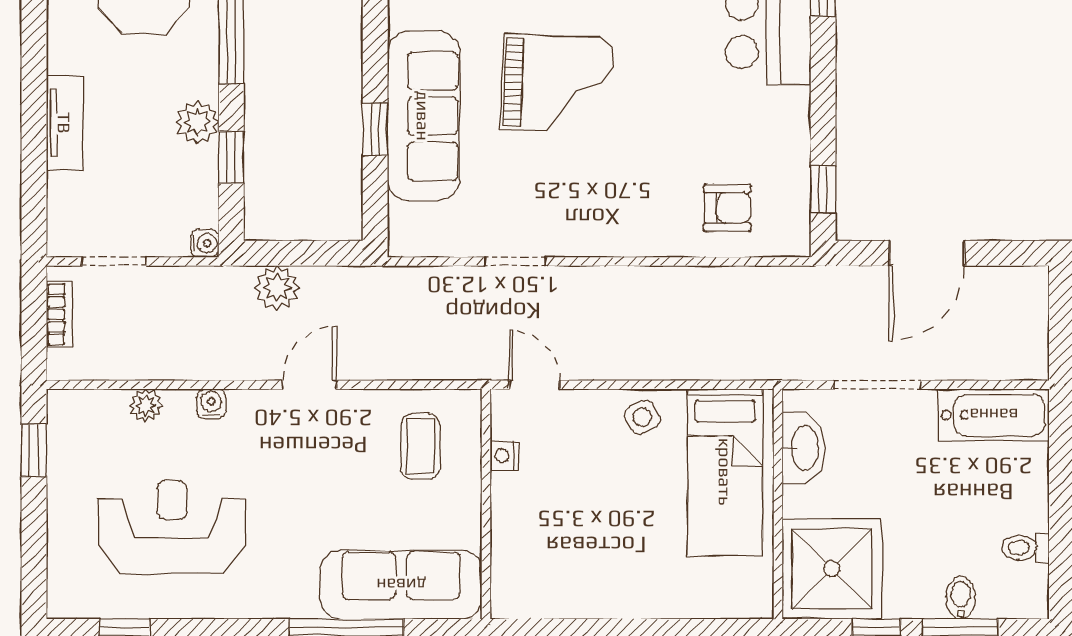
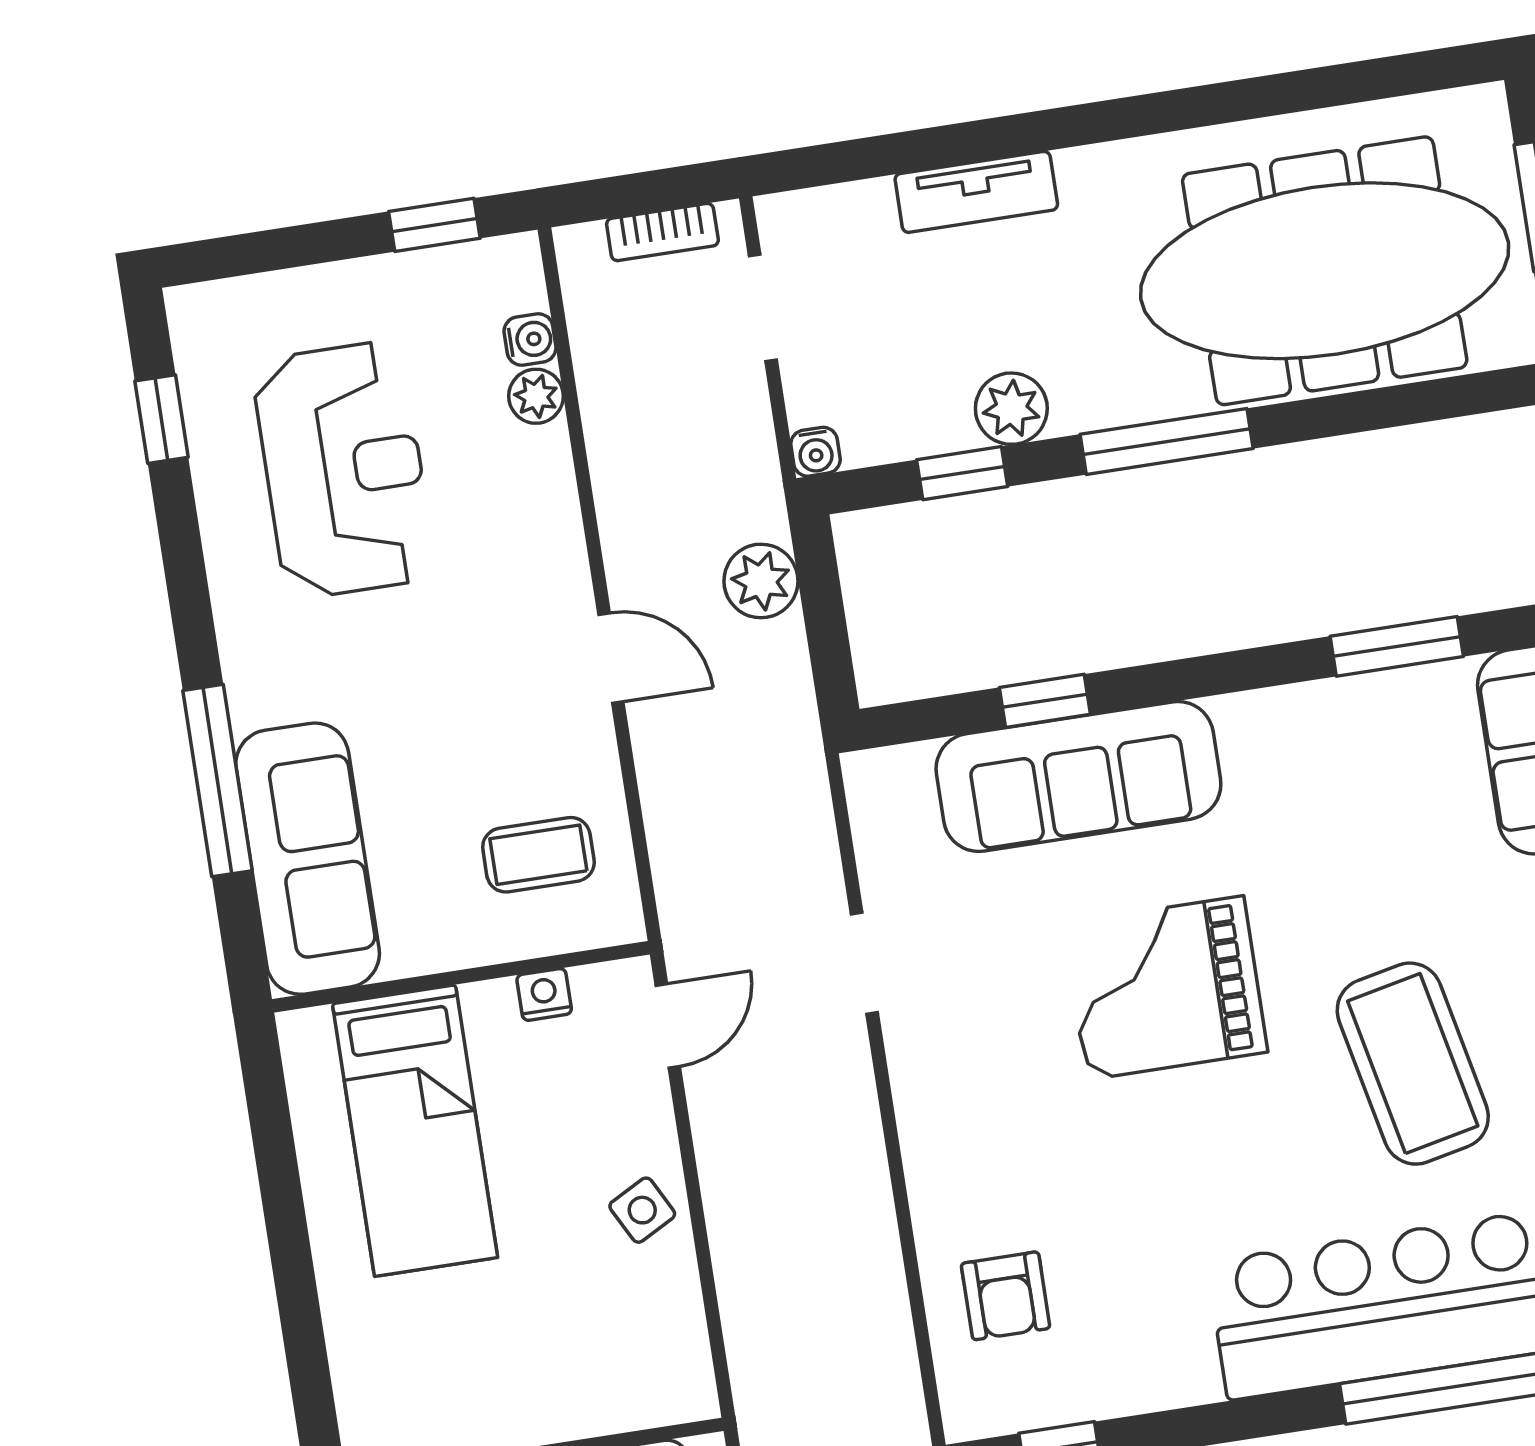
grand piano: (558, 84) -> (1165, 988), turned 88
water cooler: (211, 404) -> (530, 339), moved
bed: (725, 472) -> (415, 1131), moved, turned -90

